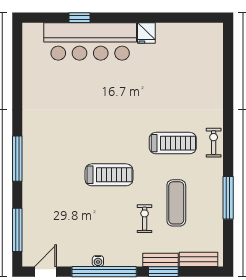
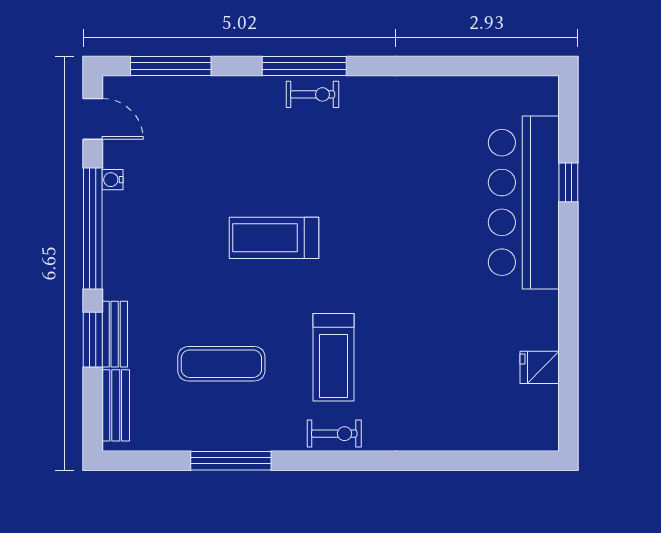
fridge: (146, 33) -> (540, 367), moved
treadmill: (109, 175) -> (274, 238), turned 90
exercise bike: (145, 219) -> (313, 94), moved
water cooler: (98, 261) -> (112, 180), moved

